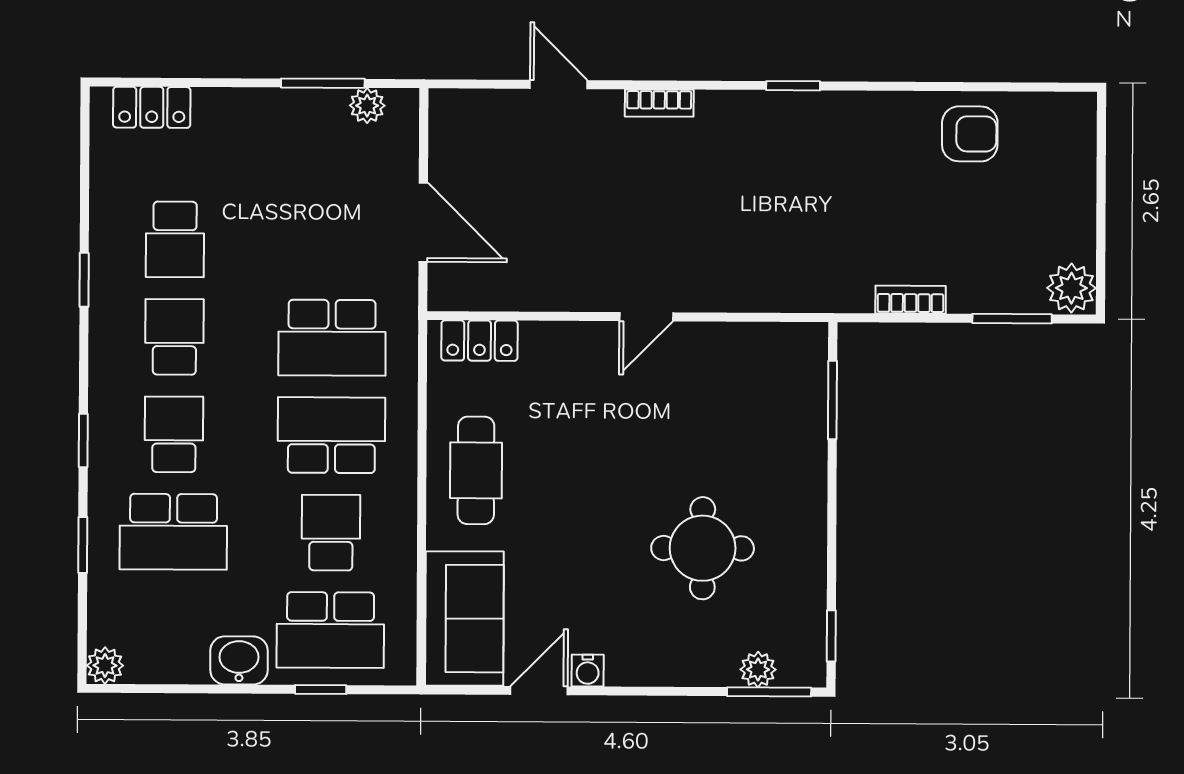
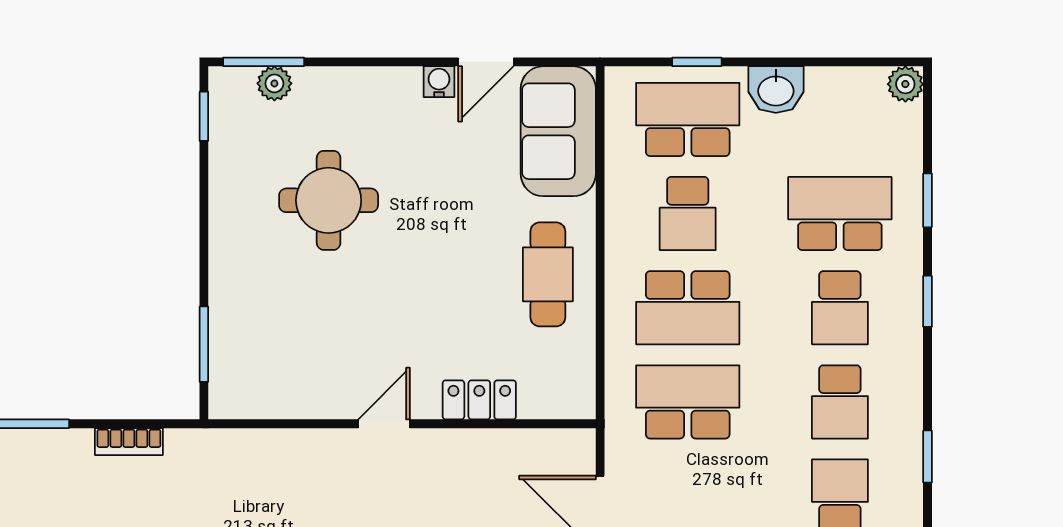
locker: (480, 341) -> (479, 400), moved

